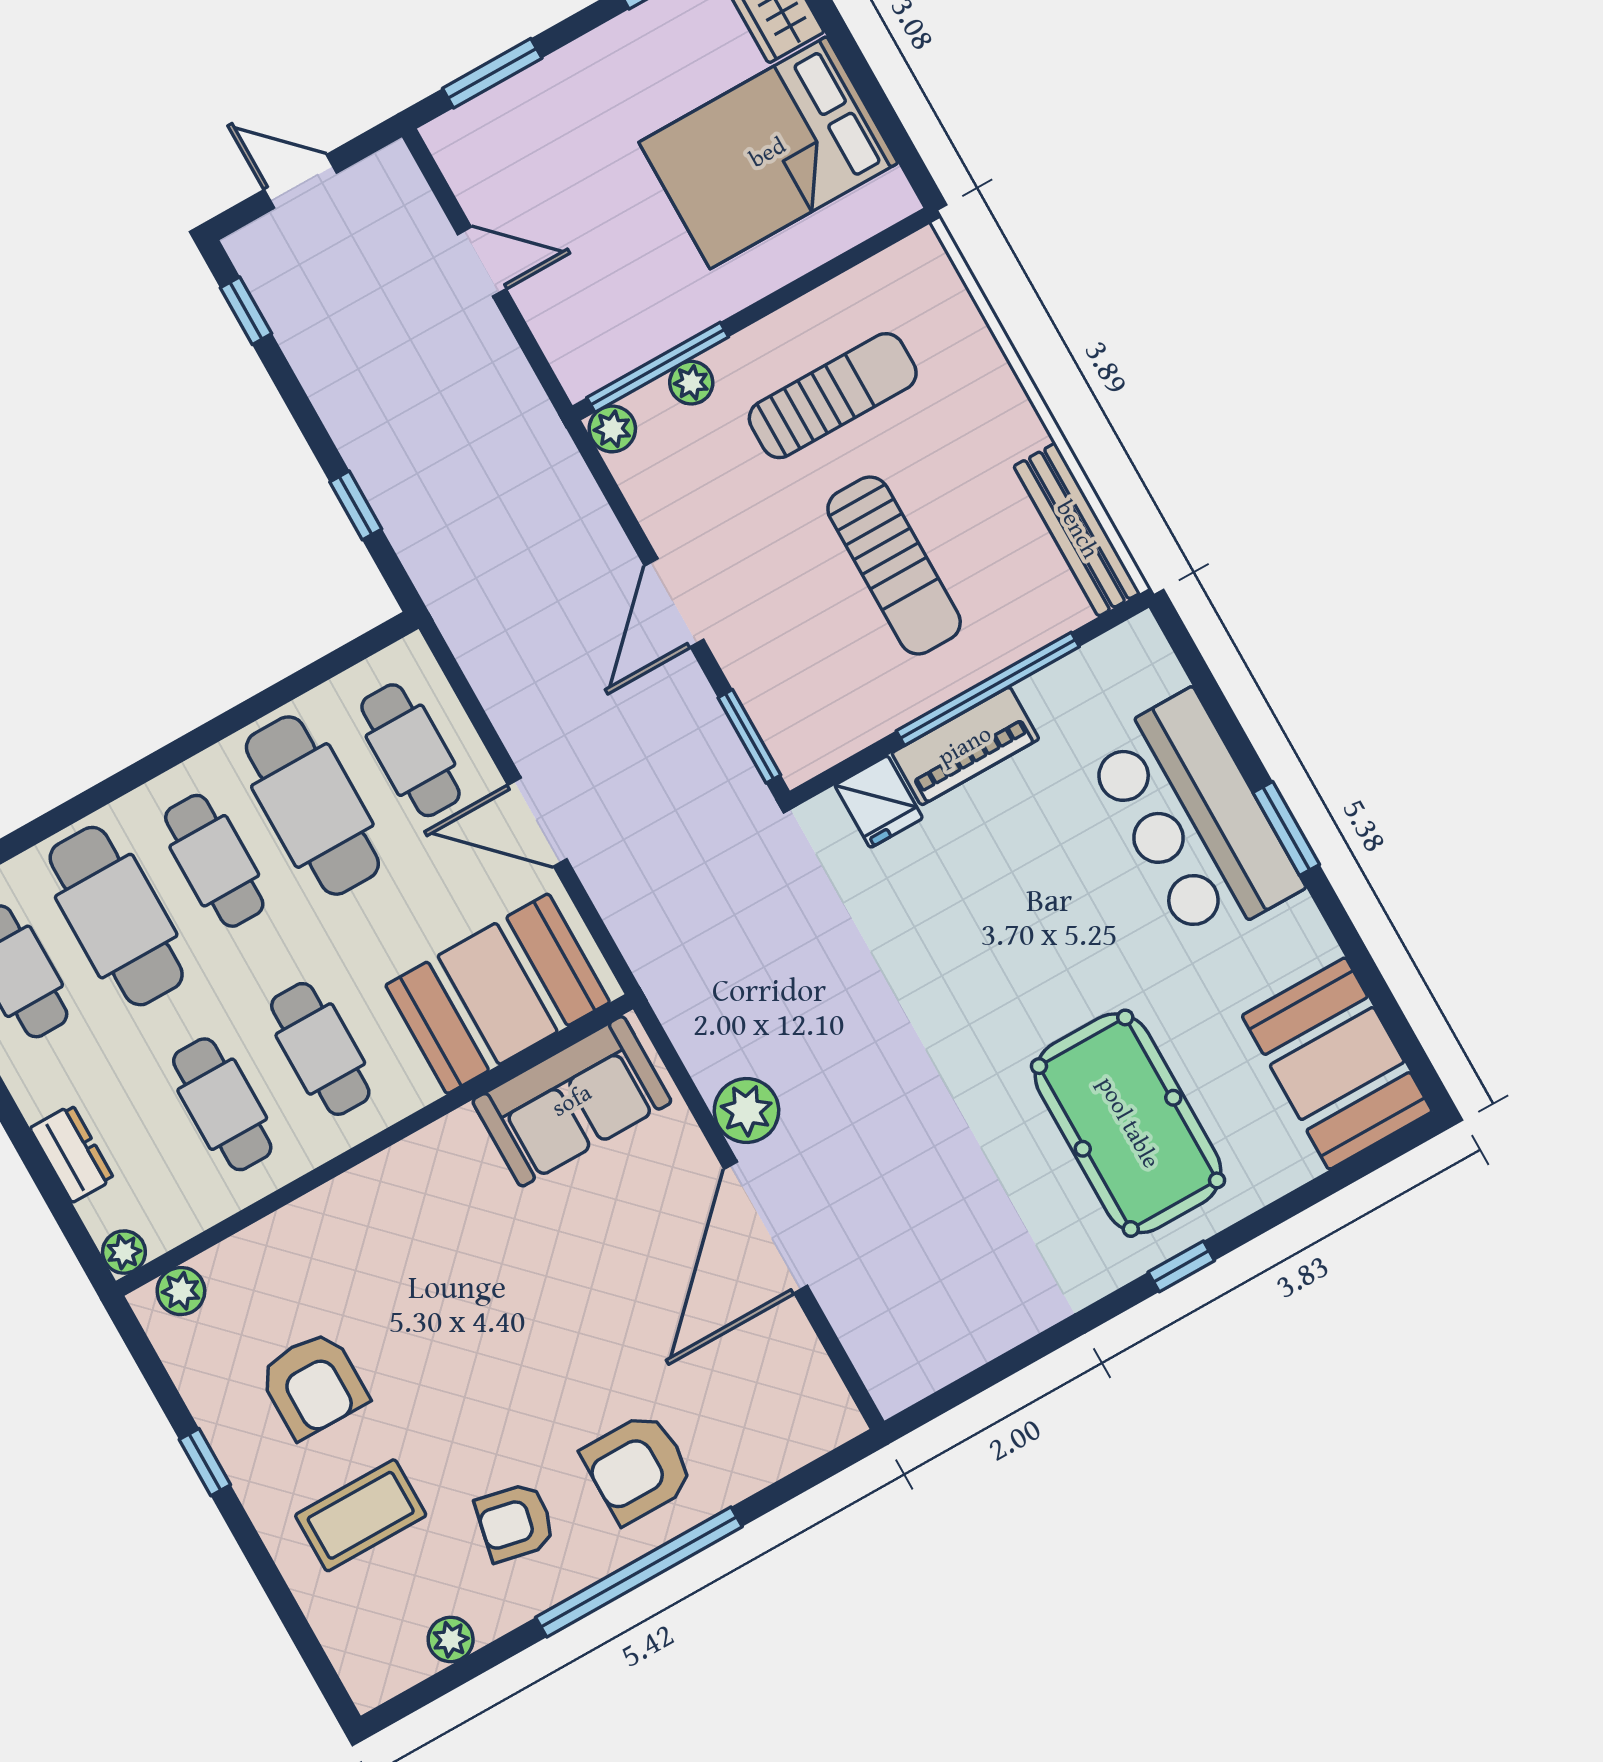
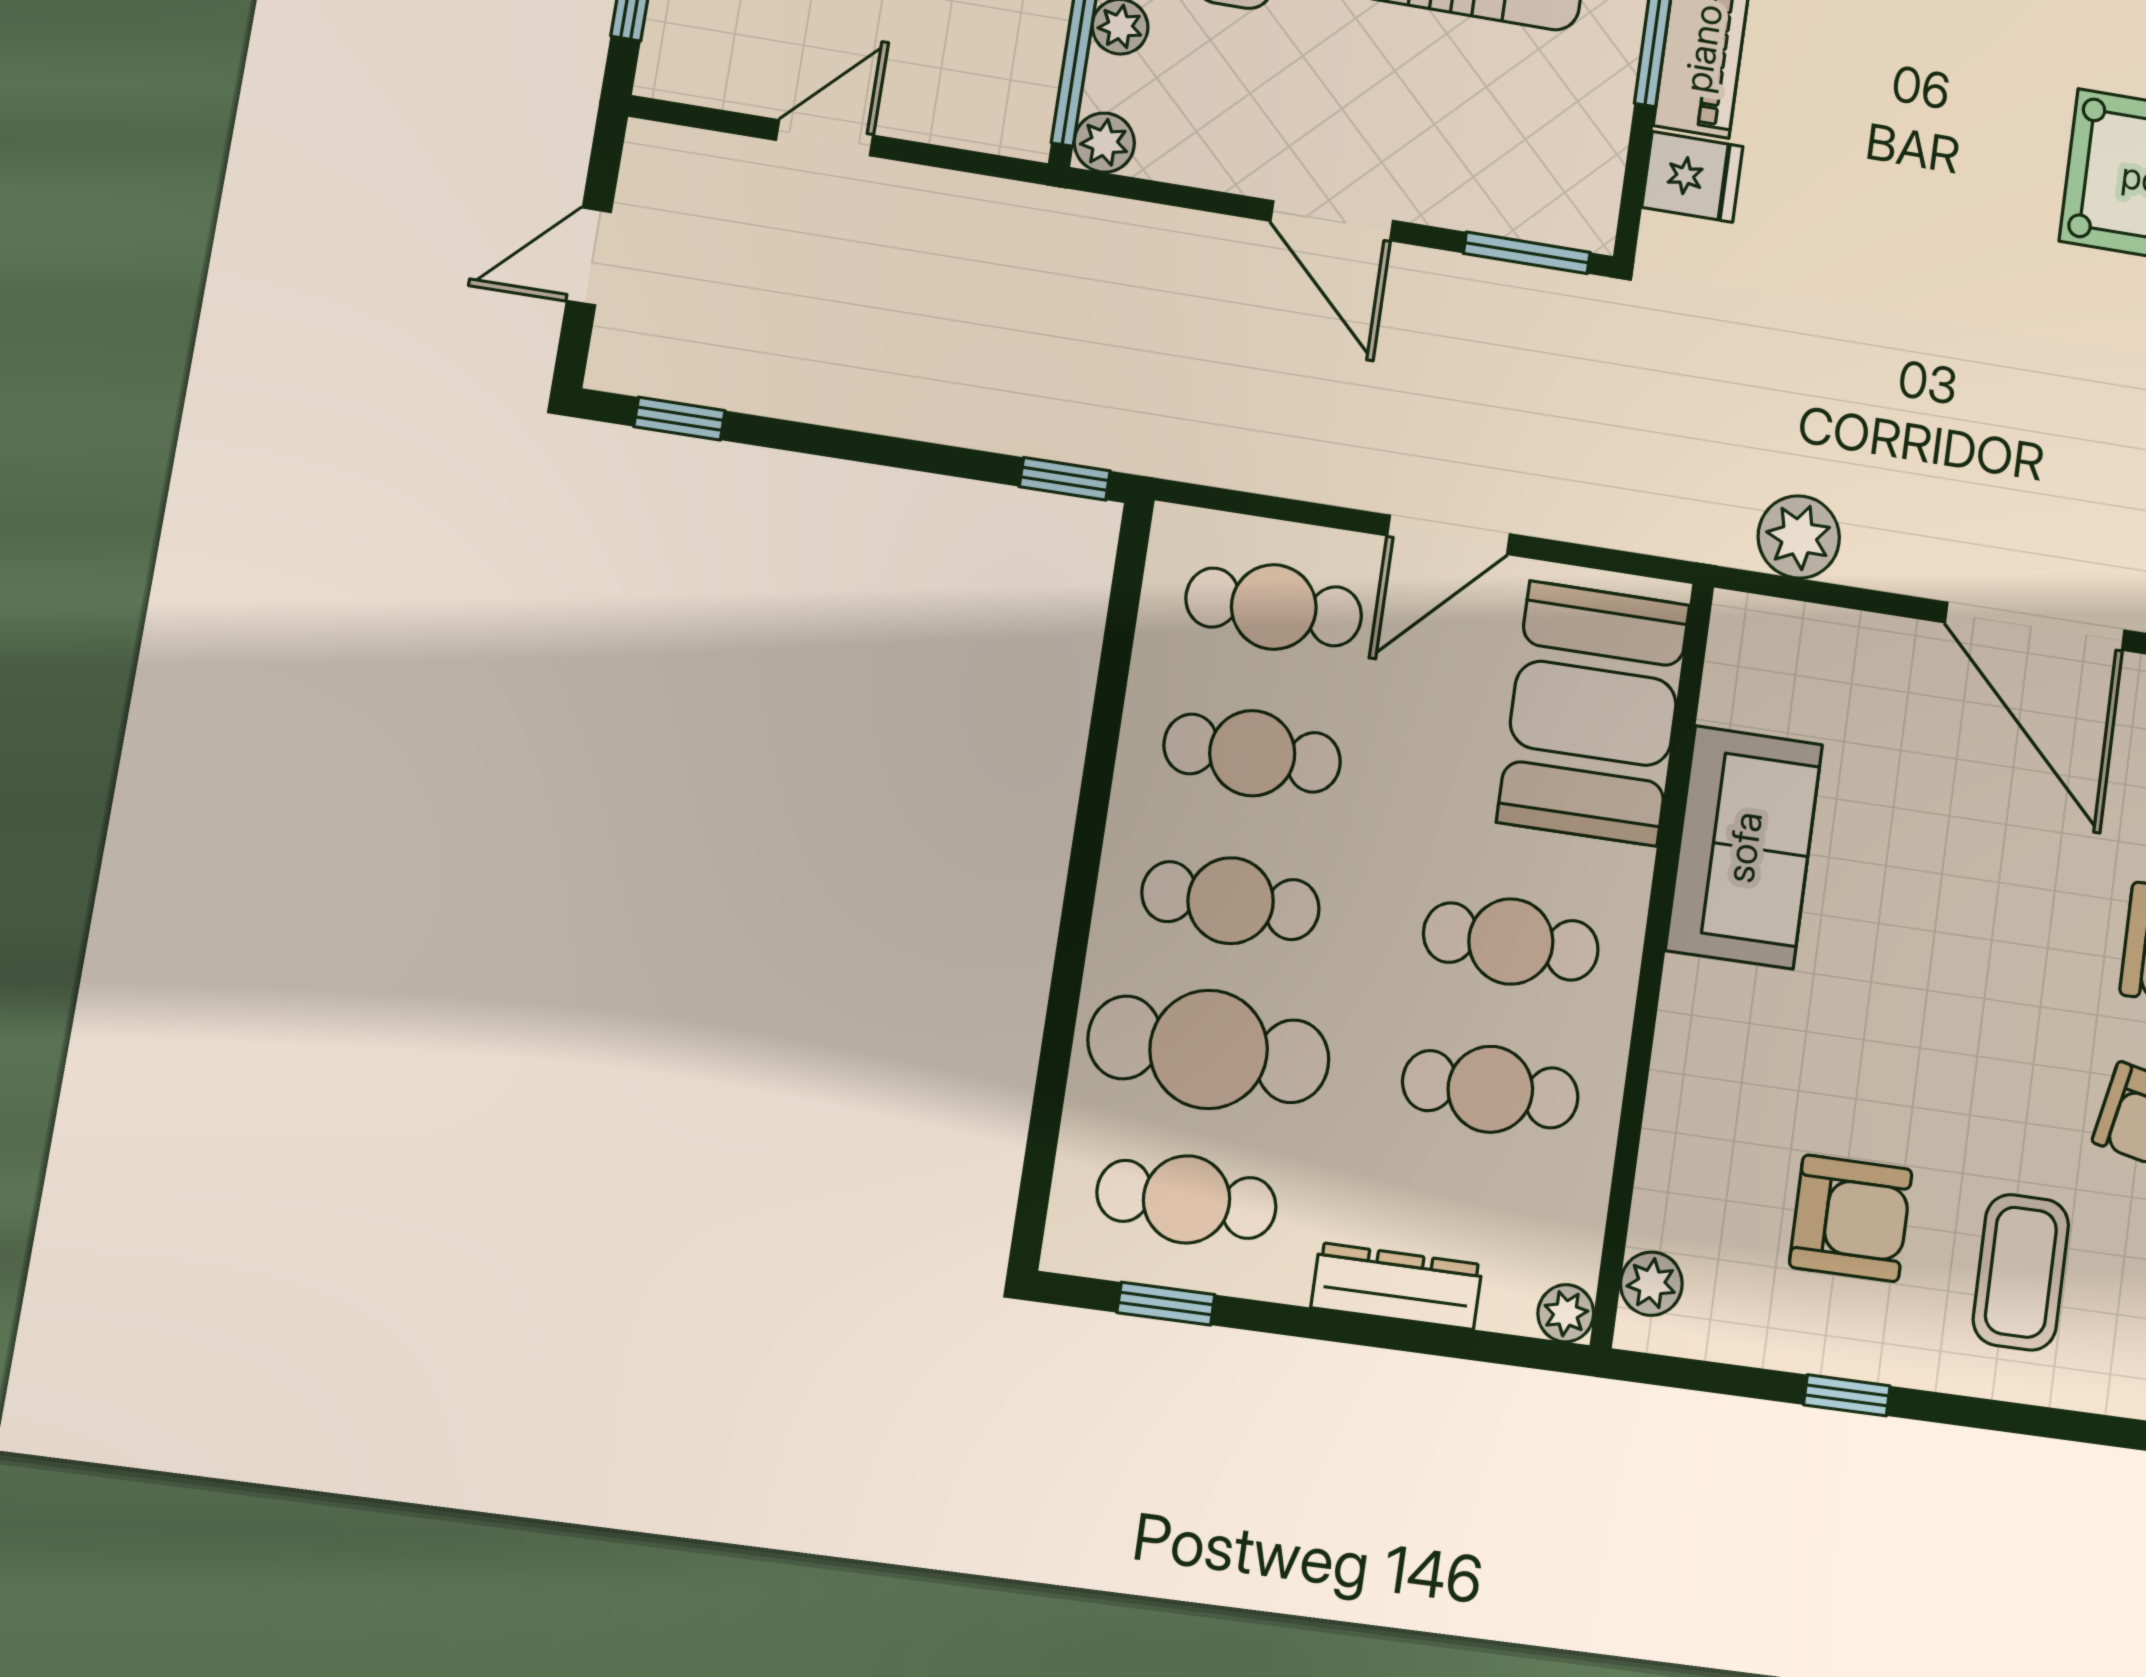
window: (356, 505) -> (1065, 479), moved
cafe table: (312, 806) -> (1252, 753), width x0.73, depth x0.74
sofa: (572, 1101) -> (1744, 847), moved
plant: (747, 1111) -> (1799, 537), moved
dresser: (72, 1154) -> (1397, 1286), width x1.44

